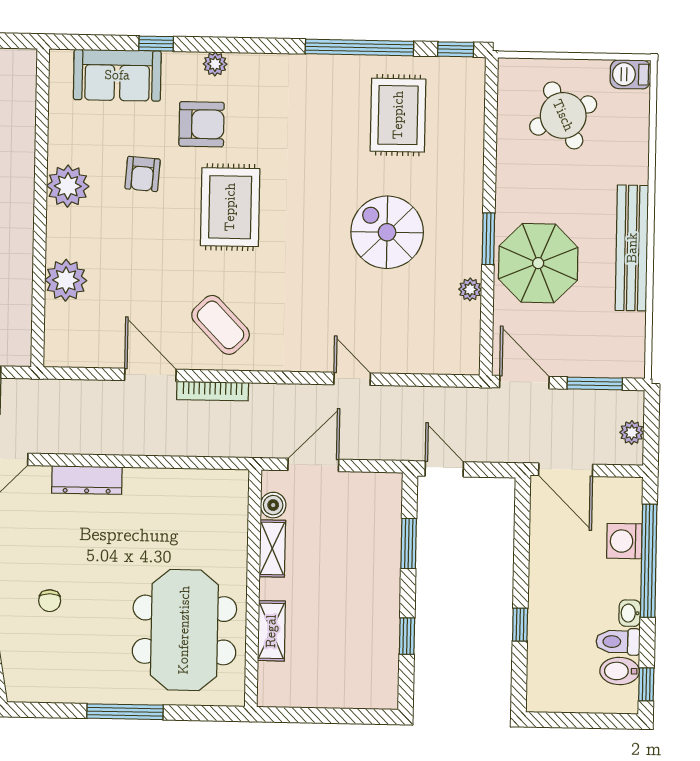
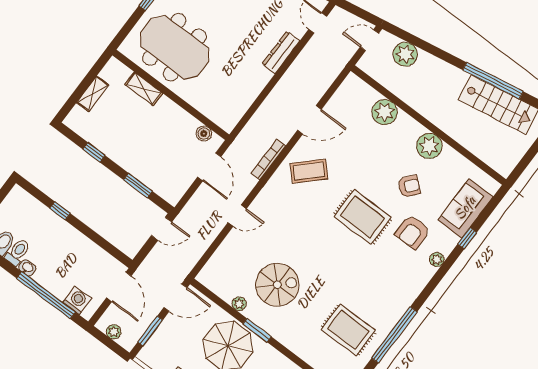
armchair: (143, 174) -> (409, 186), turned 126
spiral stairs: (387, 232) -> (277, 285), moved
bookcase: (213, 391) -> (268, 159), moved
door: (566, 470) -> (119, 287), swing flipped
washing machine: (624, 541) -> (77, 300), moved
shelving: (272, 548) -> (93, 94), moved, turned 90

